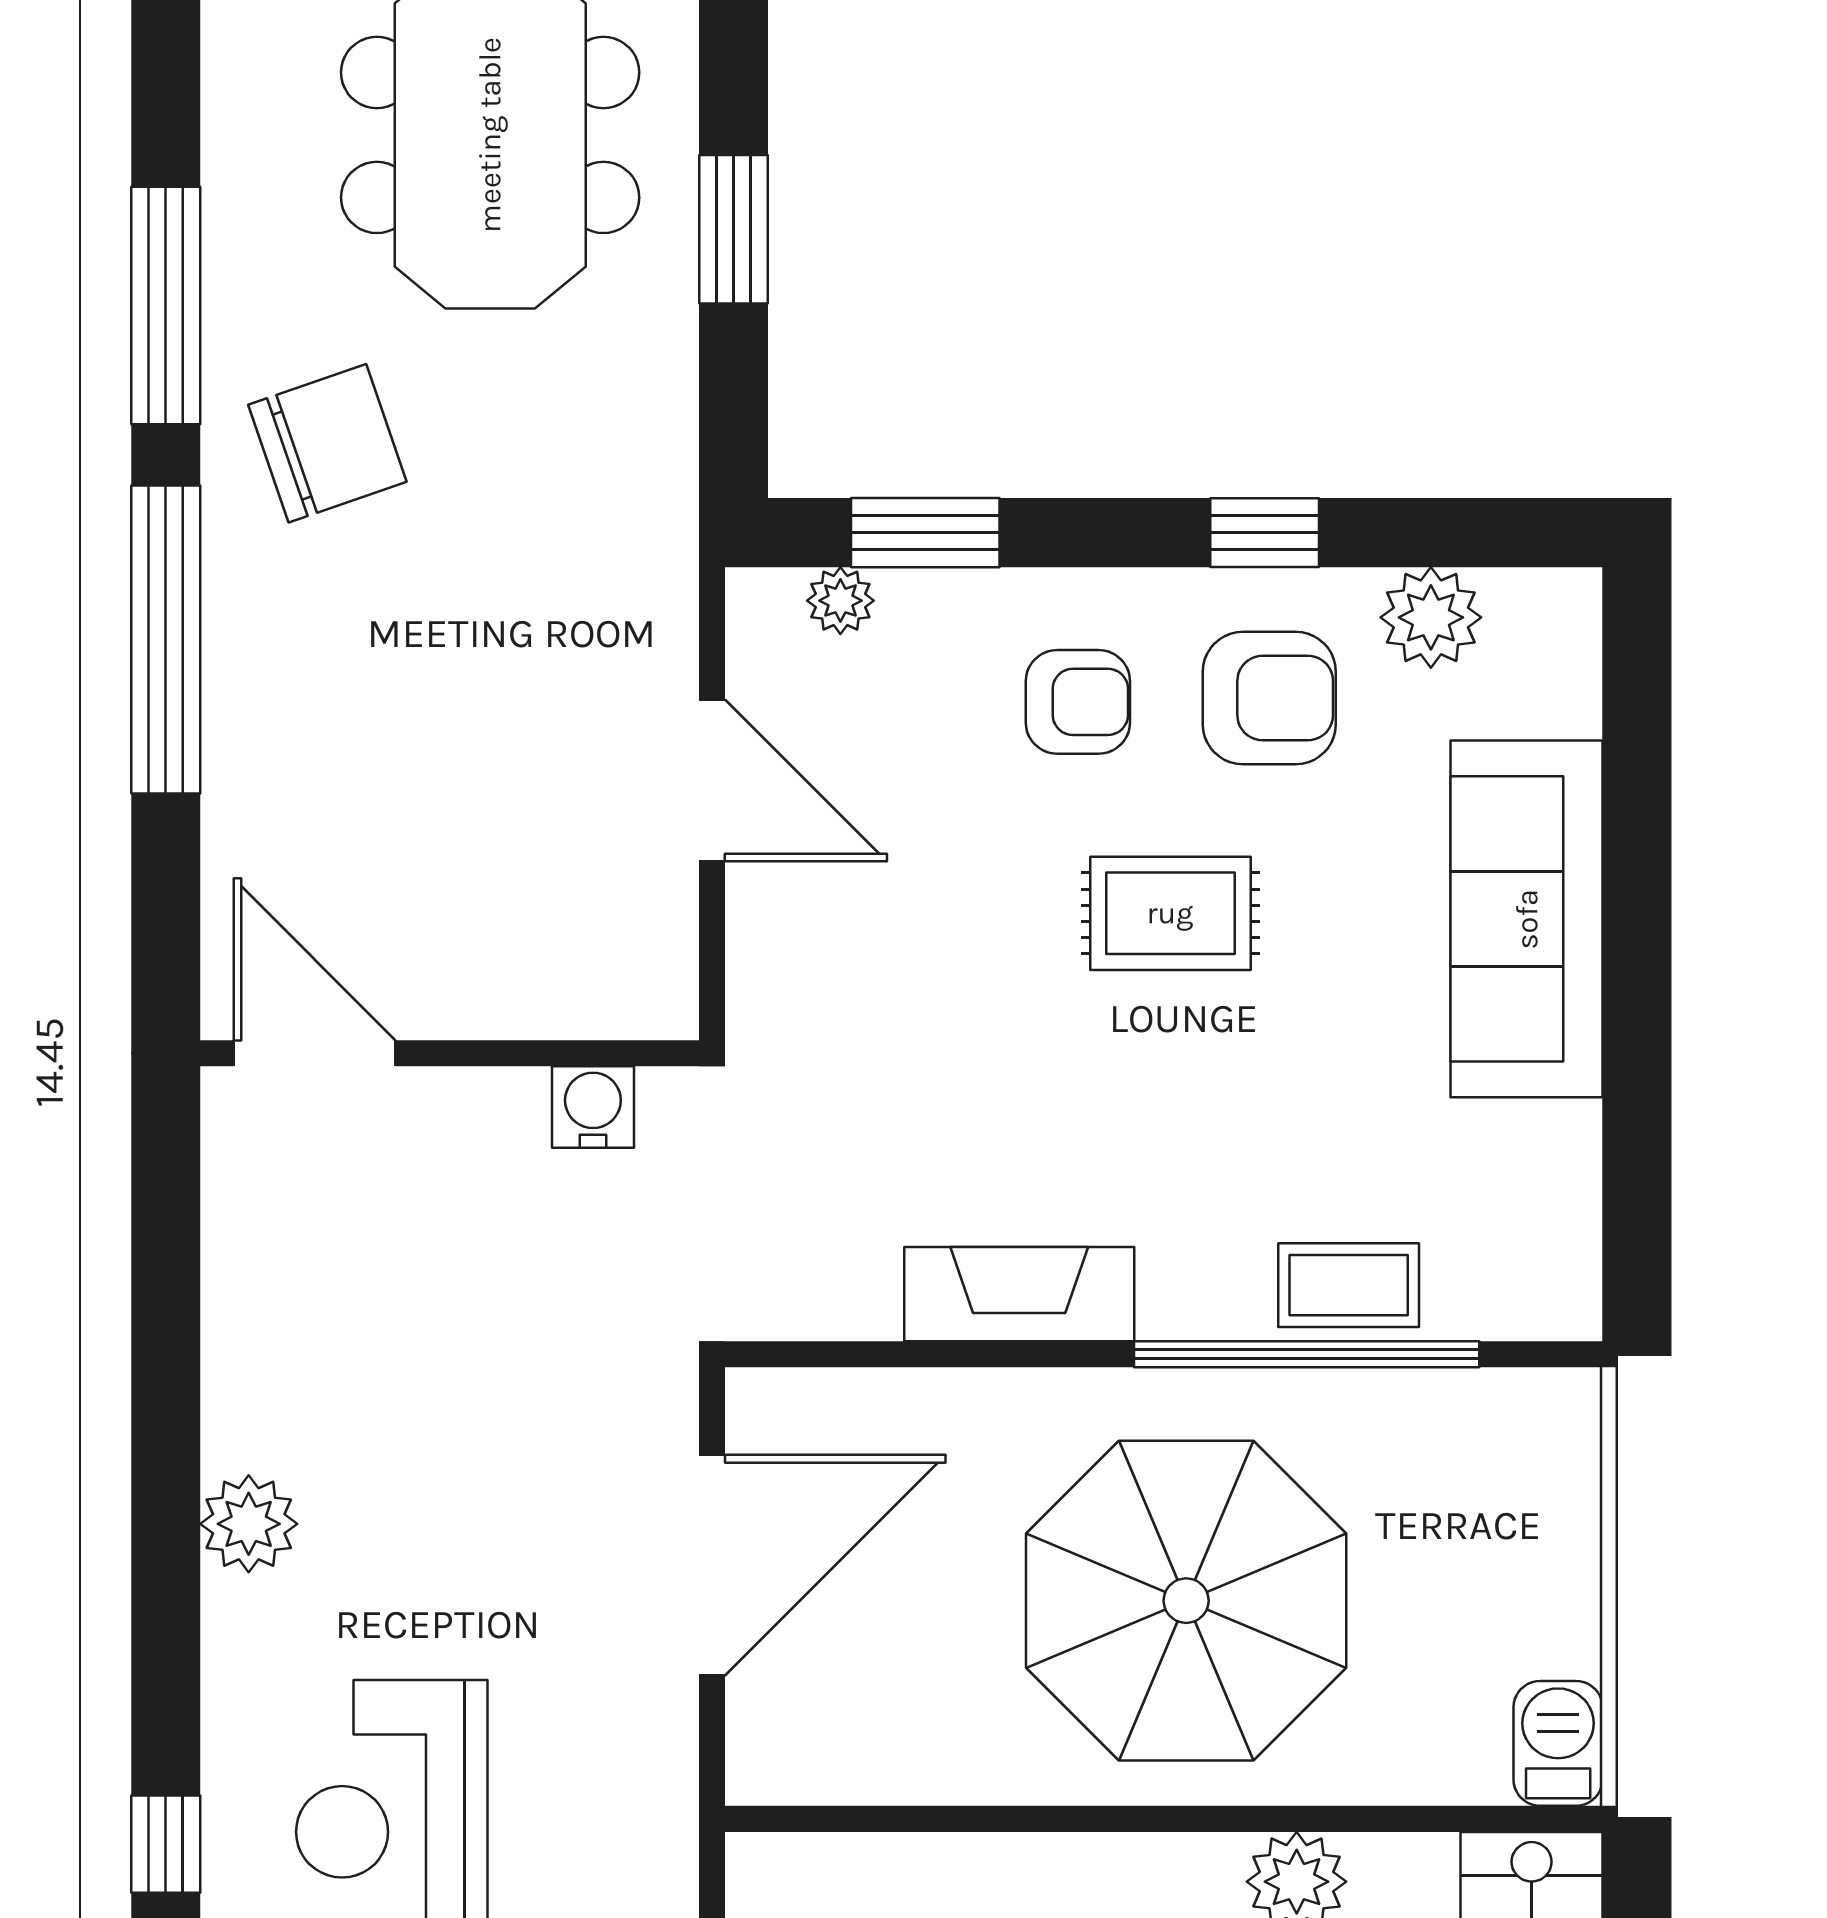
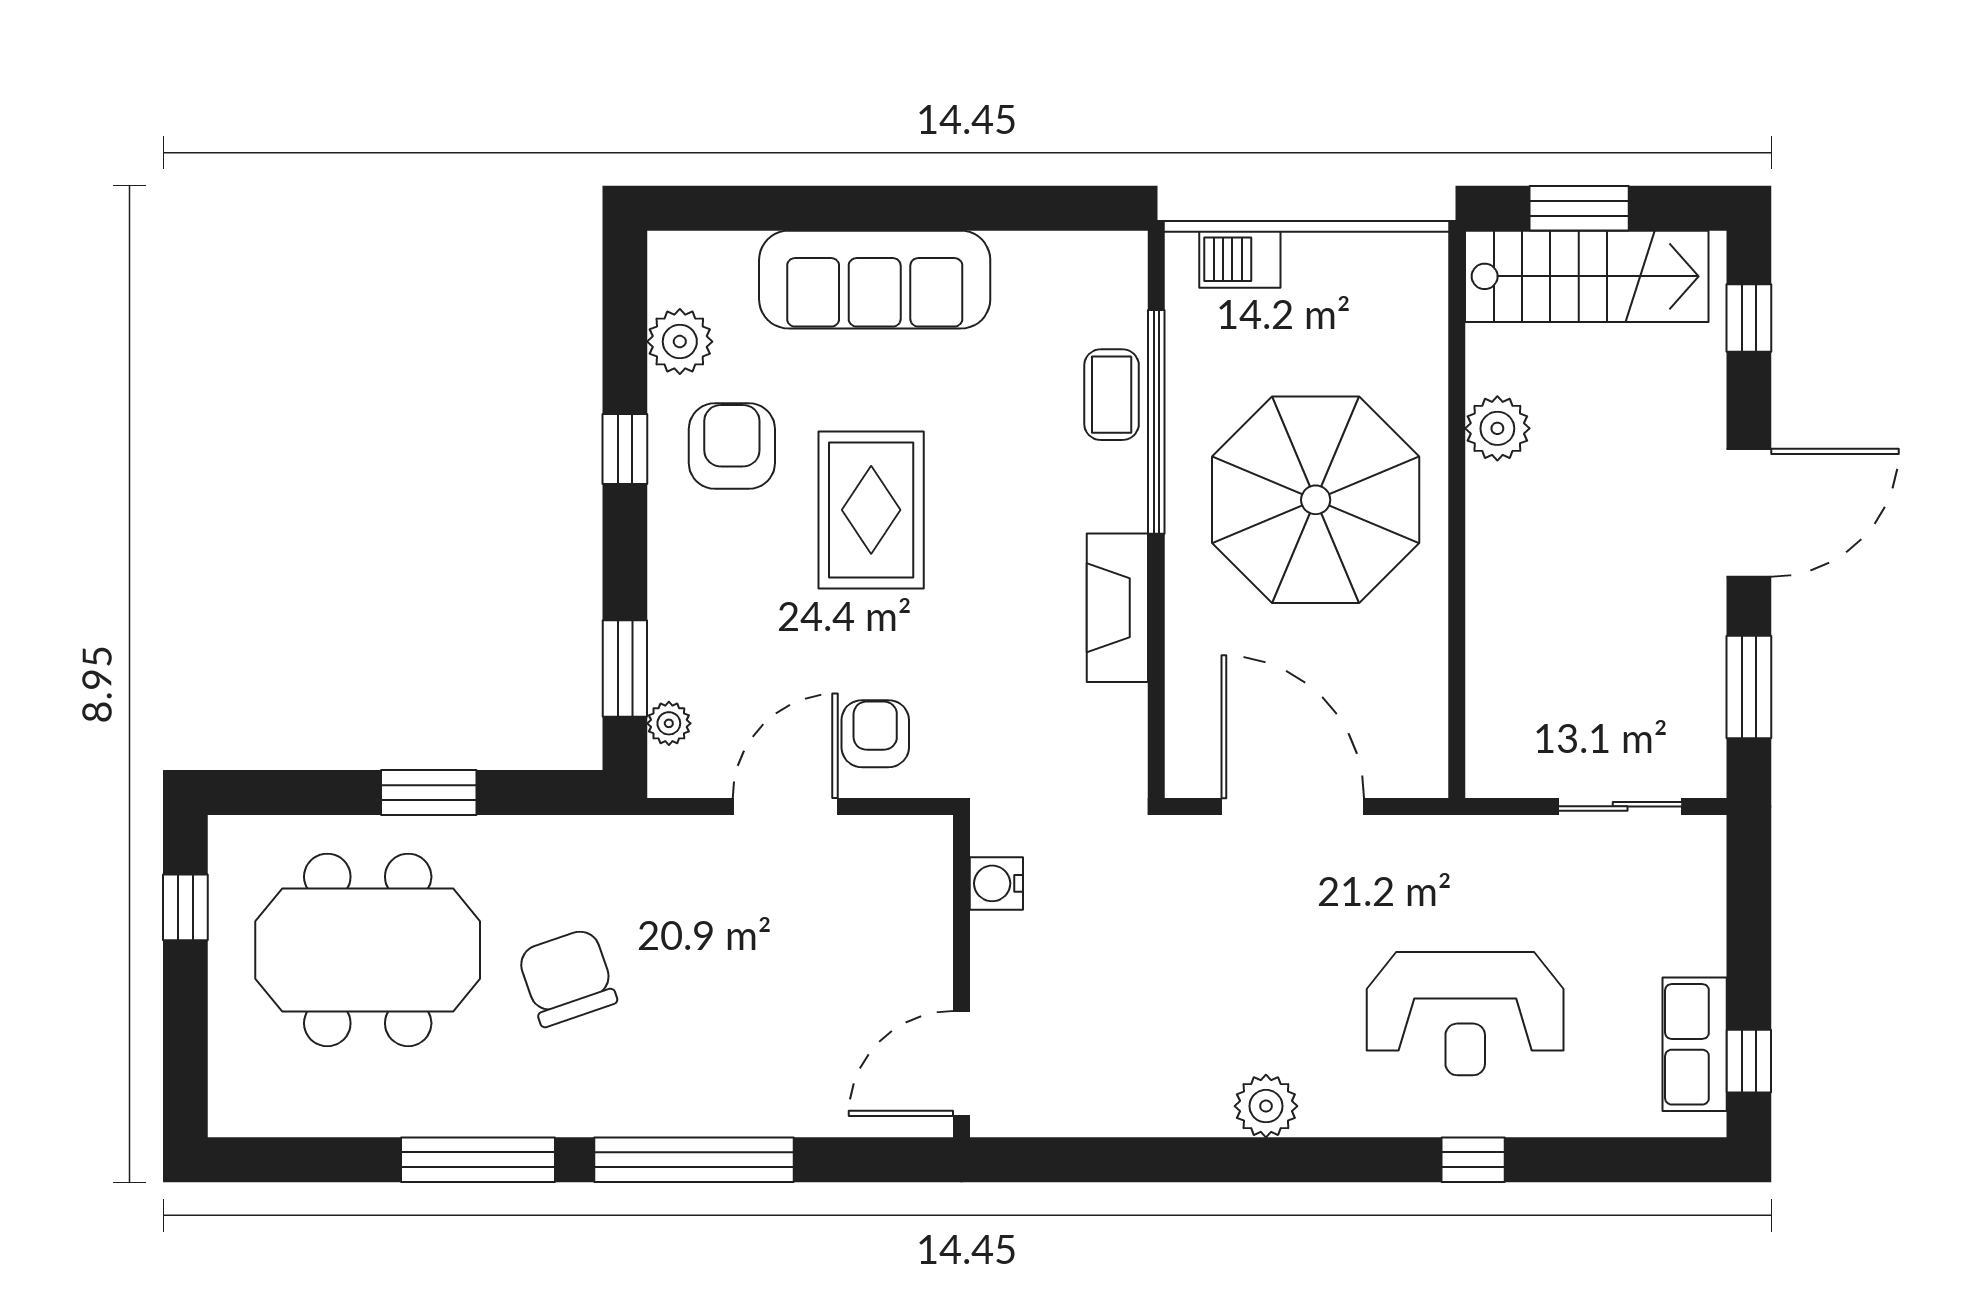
chair: (327, 443) -> (567, 977), moved
armchair: (1078, 702) -> (875, 734), moved
rug: (1170, 913) -> (871, 510), width x1.36, depth x1.43
barbecue: (1558, 1743) -> (1240, 259), moved

